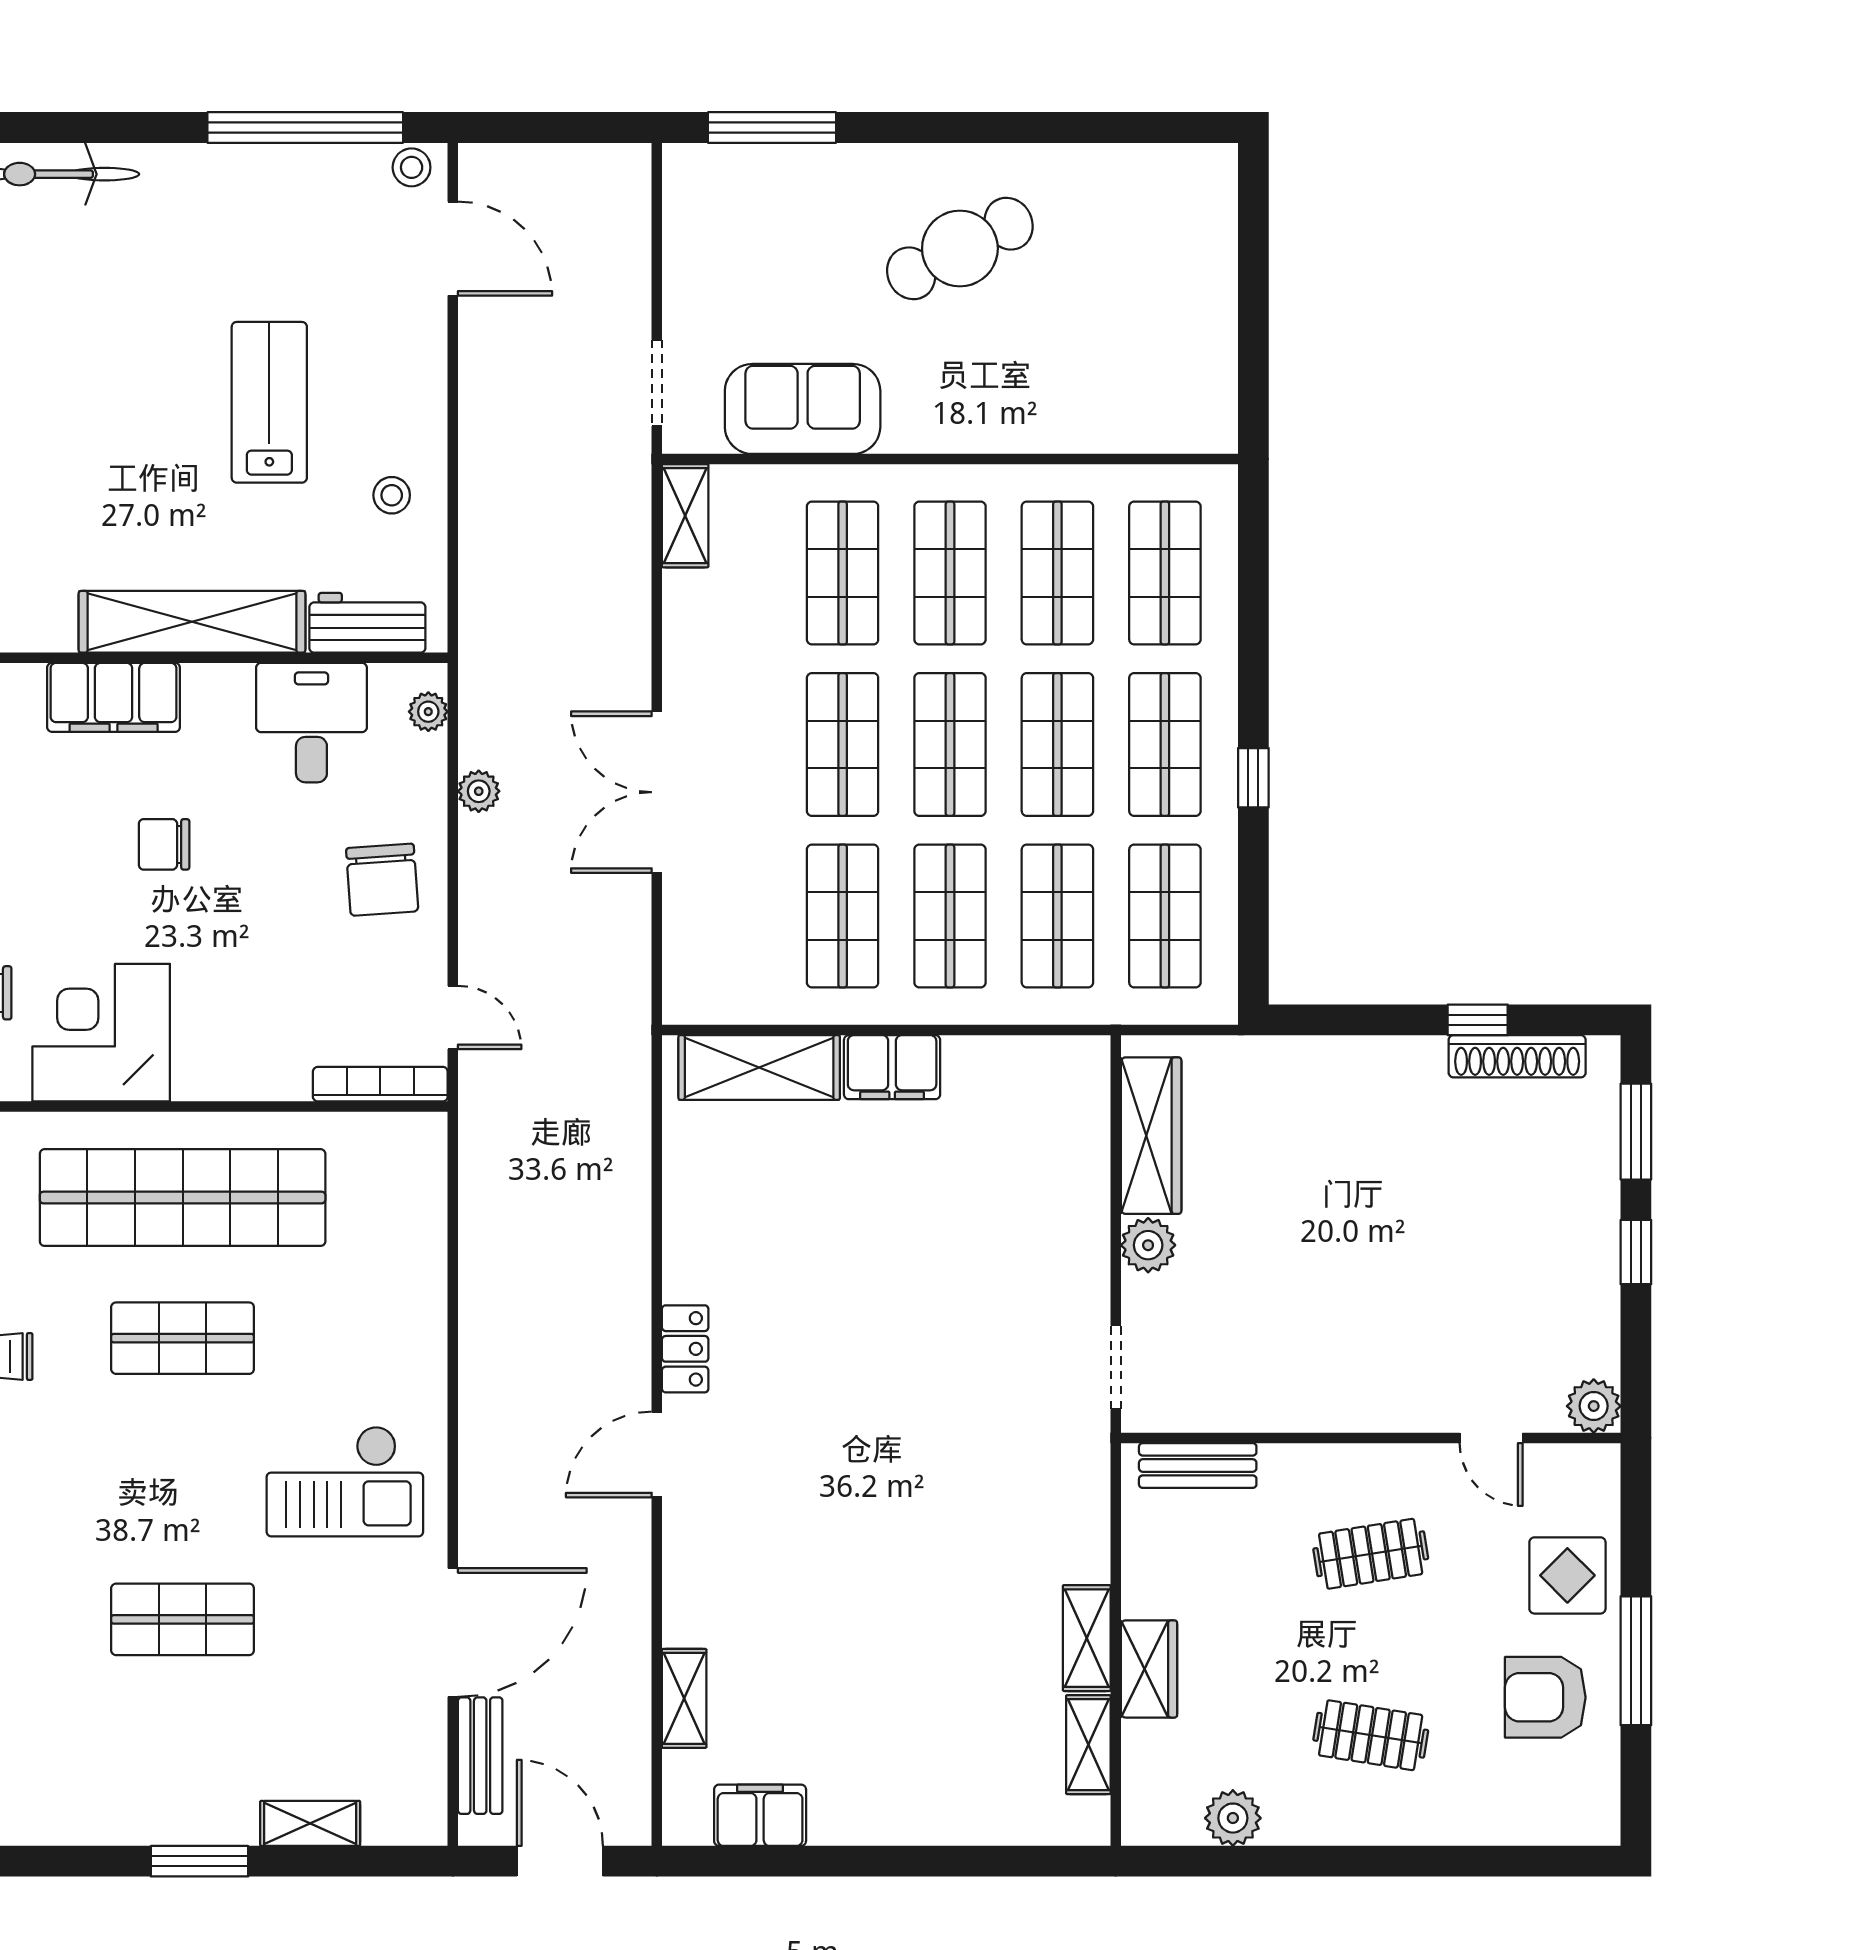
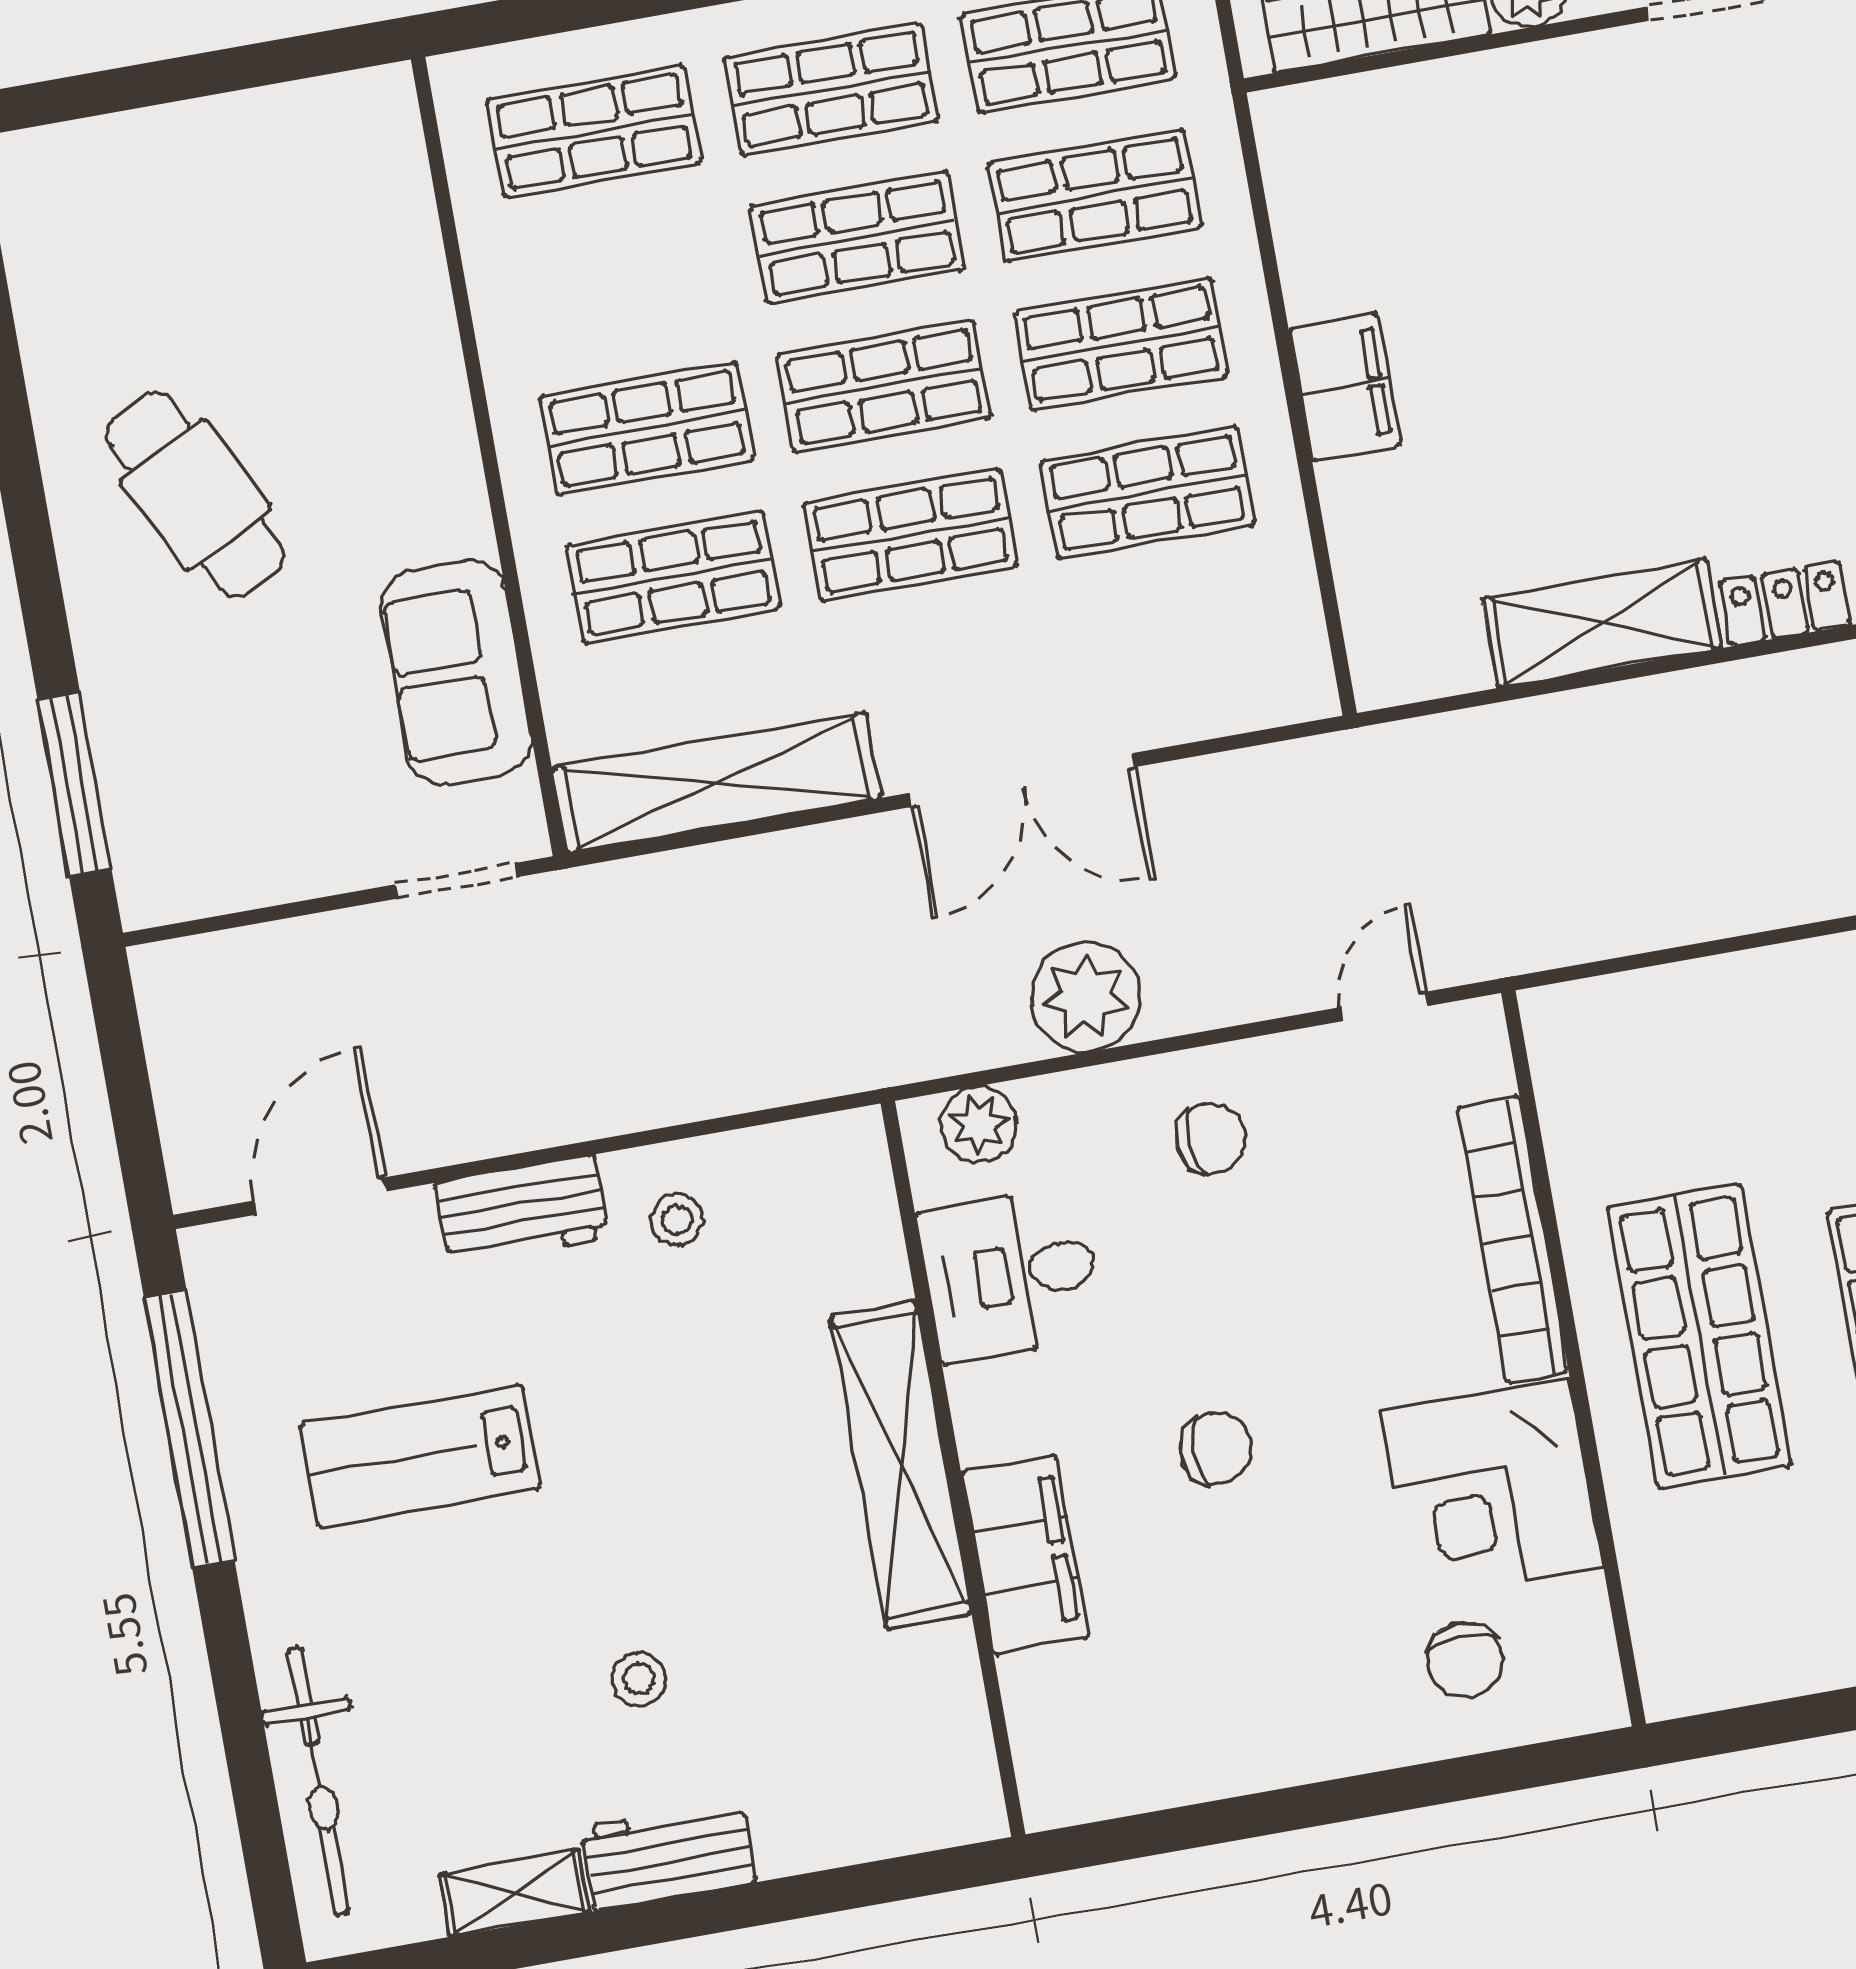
stool: (412, 167) -> (639, 1679), moved
lab bench: (269, 402) -> (420, 1456), moved
shelving: (685, 516) -> (717, 783), width x2.20, depth x1.33
shop shelf: (1057, 573) -> (620, 280), removed
workbench: (367, 623) -> (522, 1210), moved, turned -90
plant: (428, 712) -> (979, 1124), width x1.38, depth x1.38
plant: (479, 791) -> (1085, 997), width x1.87, depth x1.87
chair: (164, 844) -> (1216, 1449), turned -90
chair: (382, 880) -> (1211, 1138), width x0.73, depth x0.73
shelving: (759, 1067) -> (1602, 623), moved, turned 90
bookcase: (380, 1084) -> (1513, 1239), moved, width x1.48, depth x1.31
shop shelf: (183, 1198) -> (1699, 1336), width x0.71

